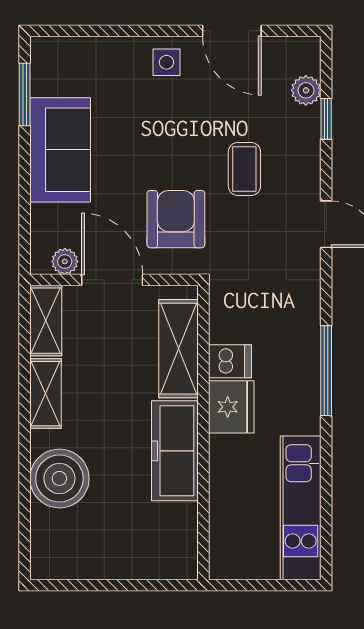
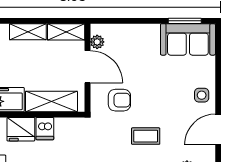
sofa: (60, 150) -> (188, 39), moved
armchair: (176, 219) -> (119, 100), width x0.72, depth x0.72
door: (112, 280) -> (87, 67), hinge flipped

